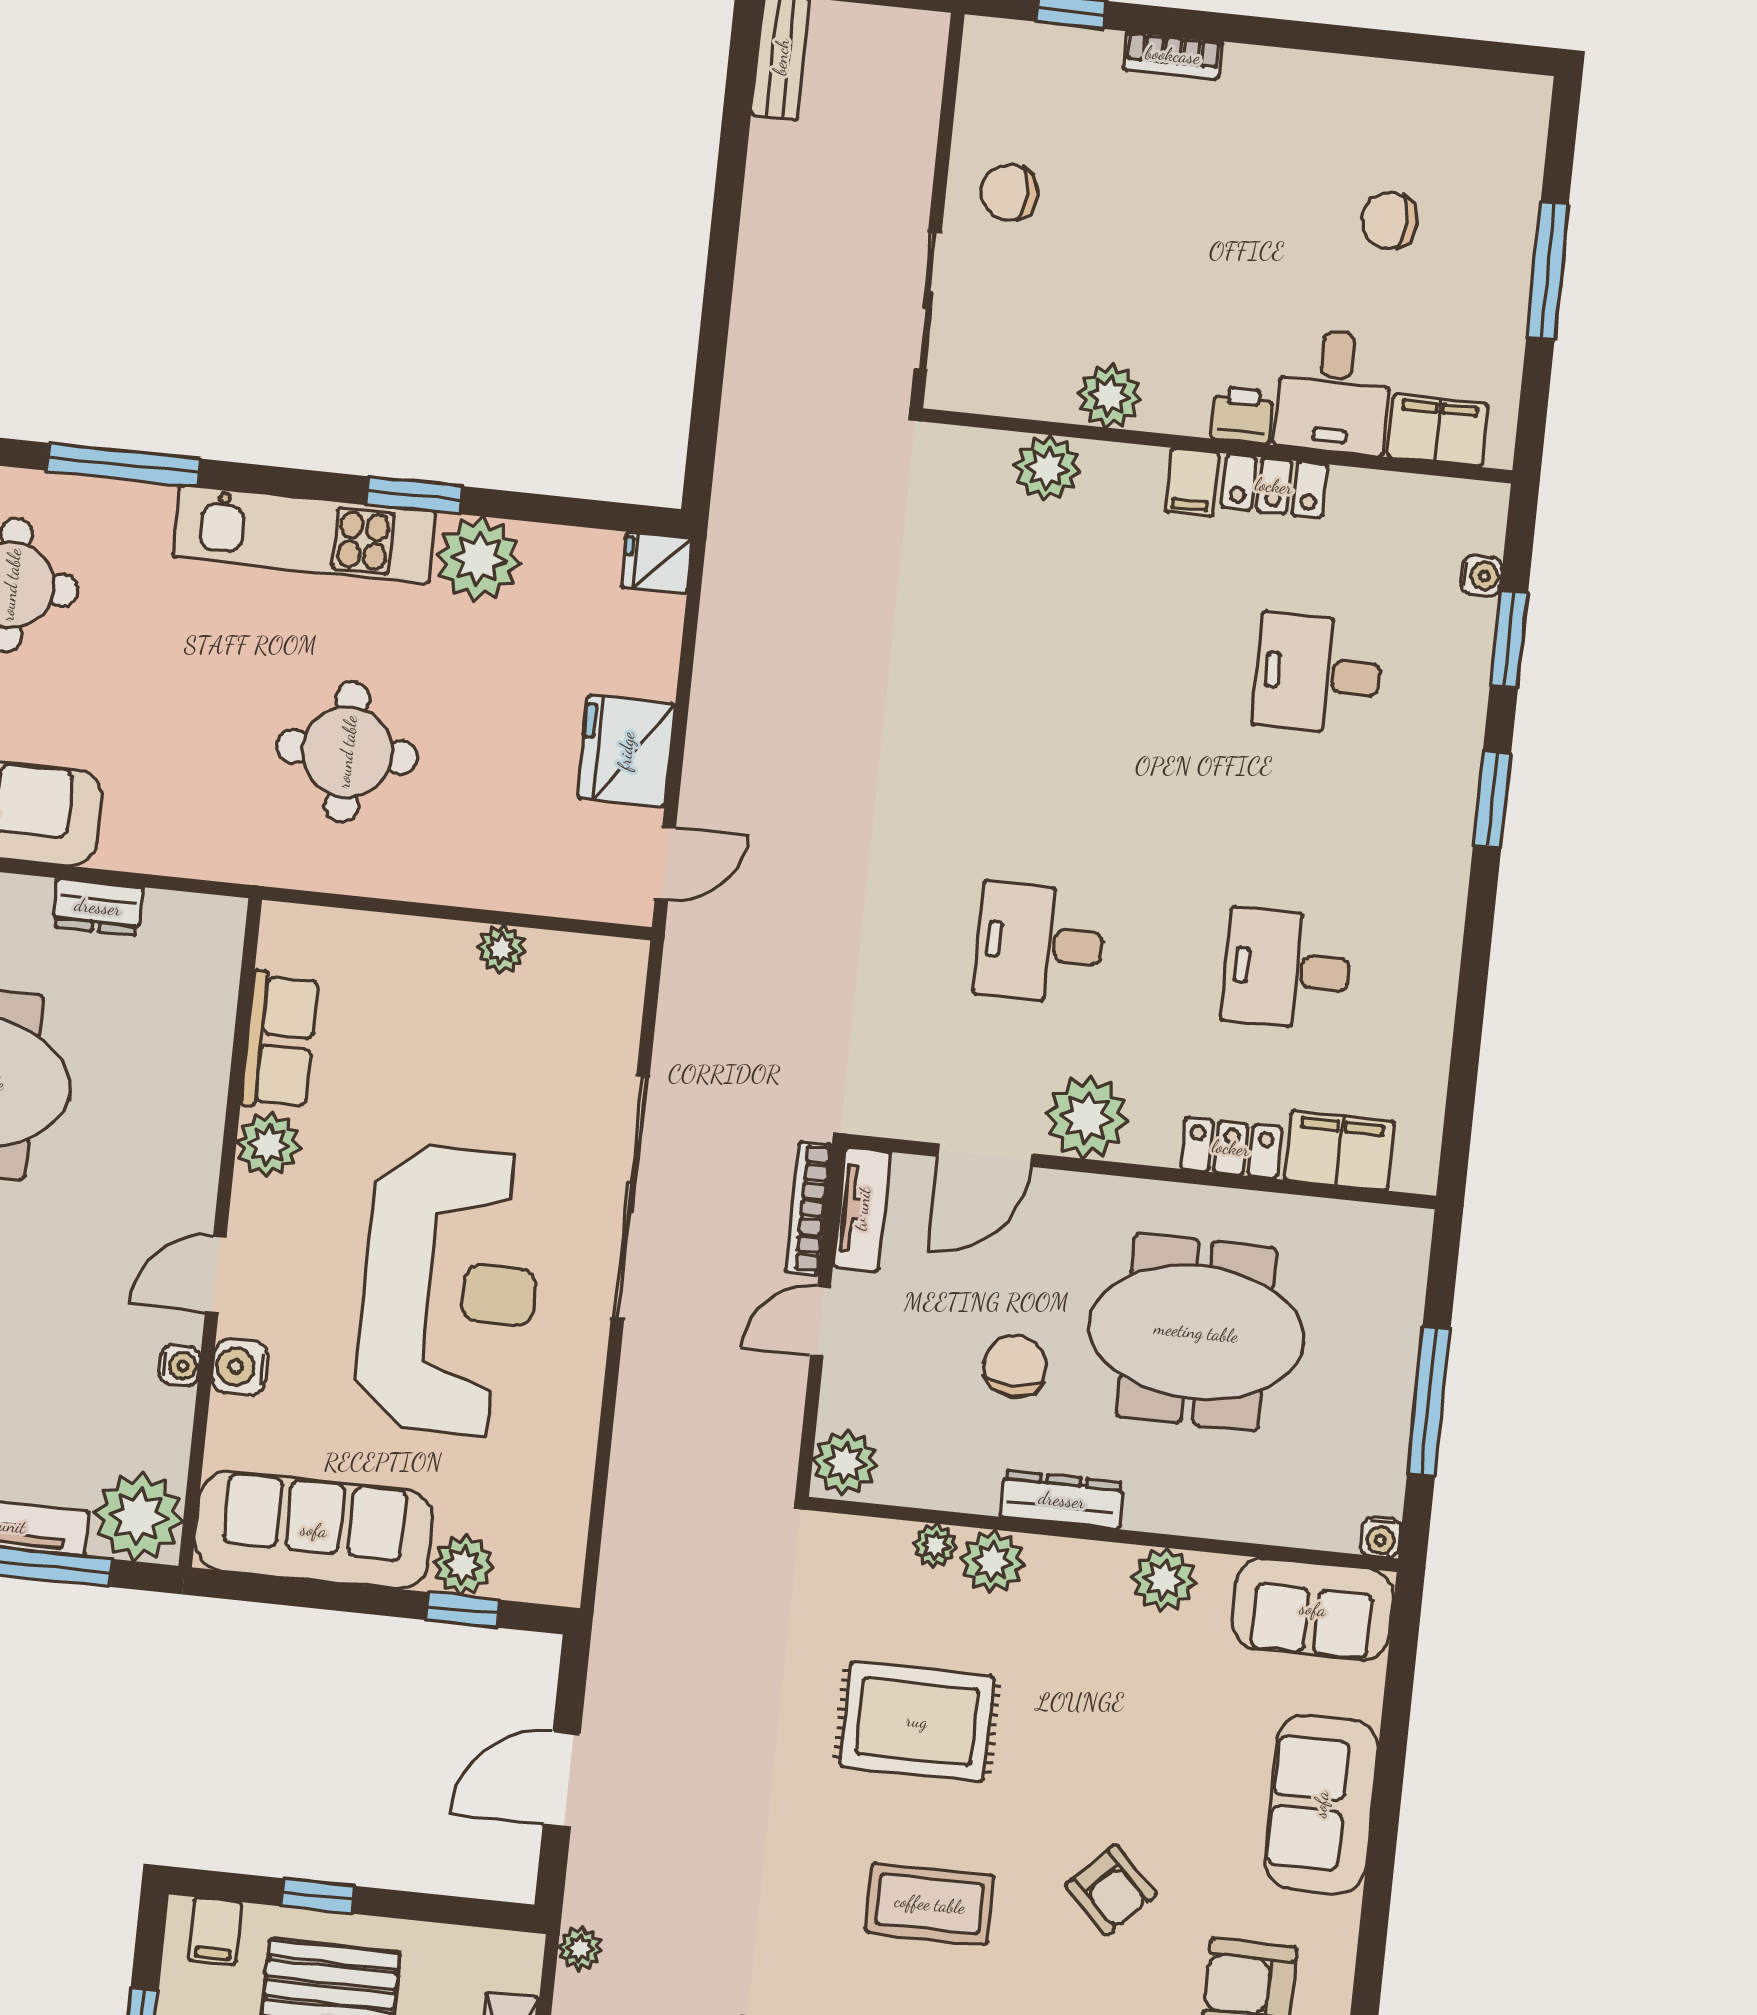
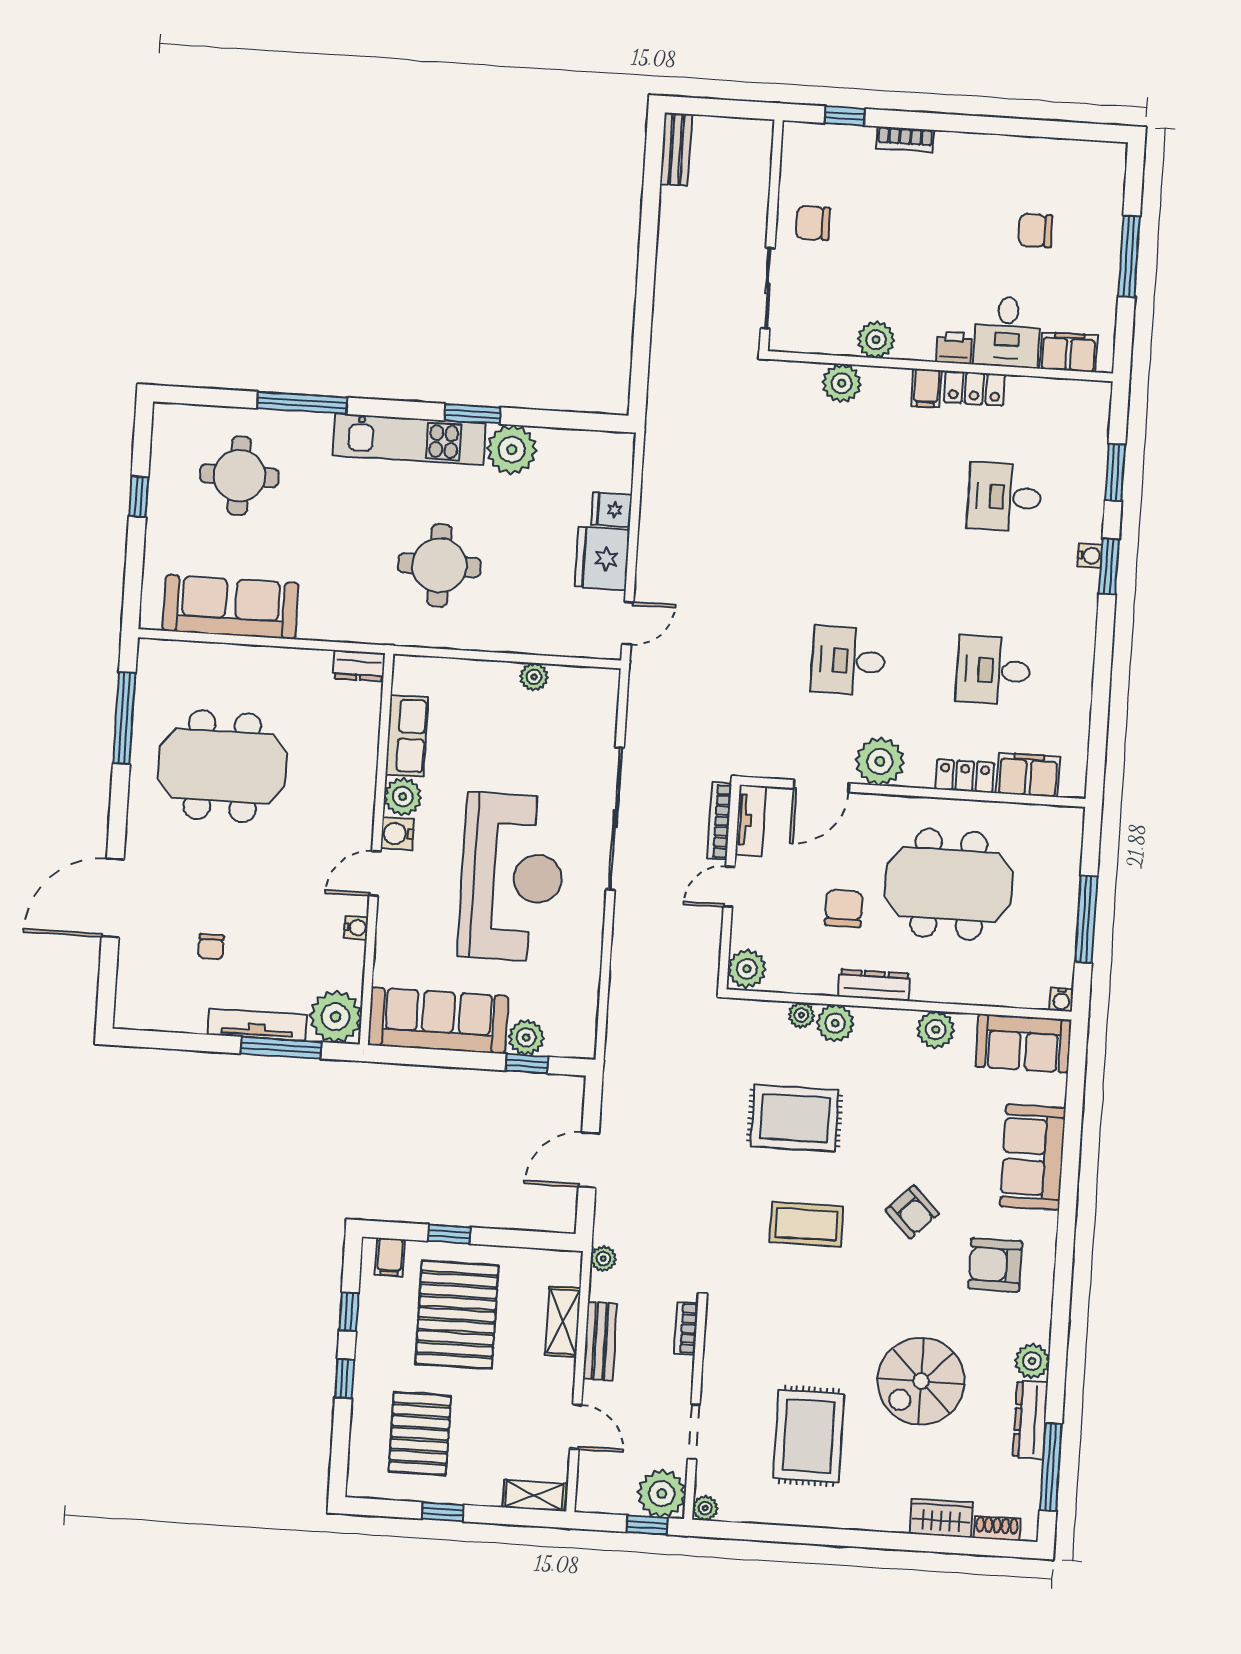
fridge: (657, 563) -> (612, 510), moved
water cooler: (1481, 576) -> (1090, 556), moved
dresser: (98, 907) -> (359, 666), moved
water cooler: (240, 1367) -> (397, 834), moved

